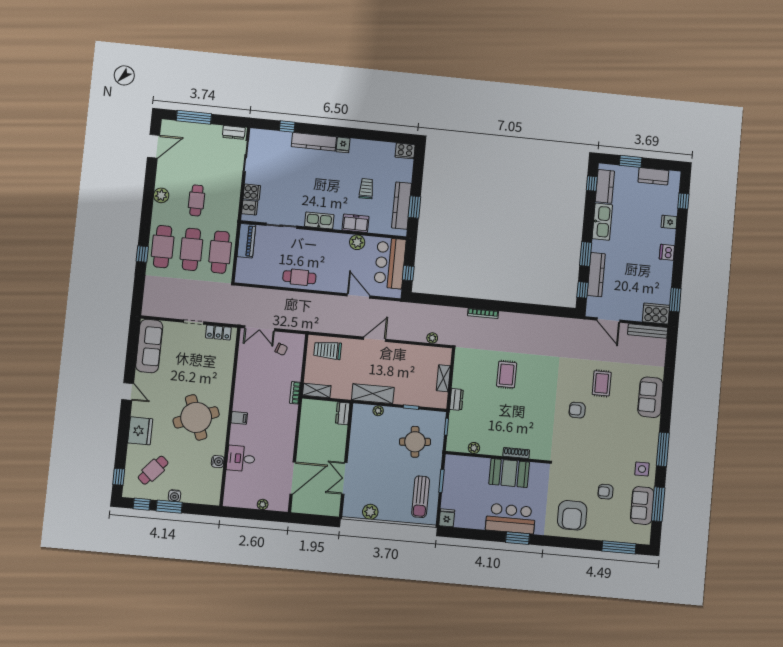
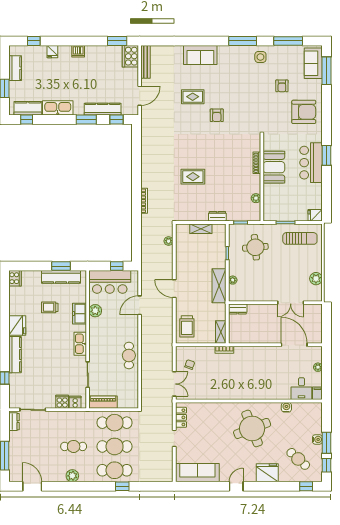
fridge: (343, 145) -> (17, 326), width x1.88, depth x1.34
filing cabinet: (239, 418) -> (317, 393), moved
desk: (241, 459) -> (301, 389), moved
sofa: (642, 506) -> (313, 63), moved, turned 90

